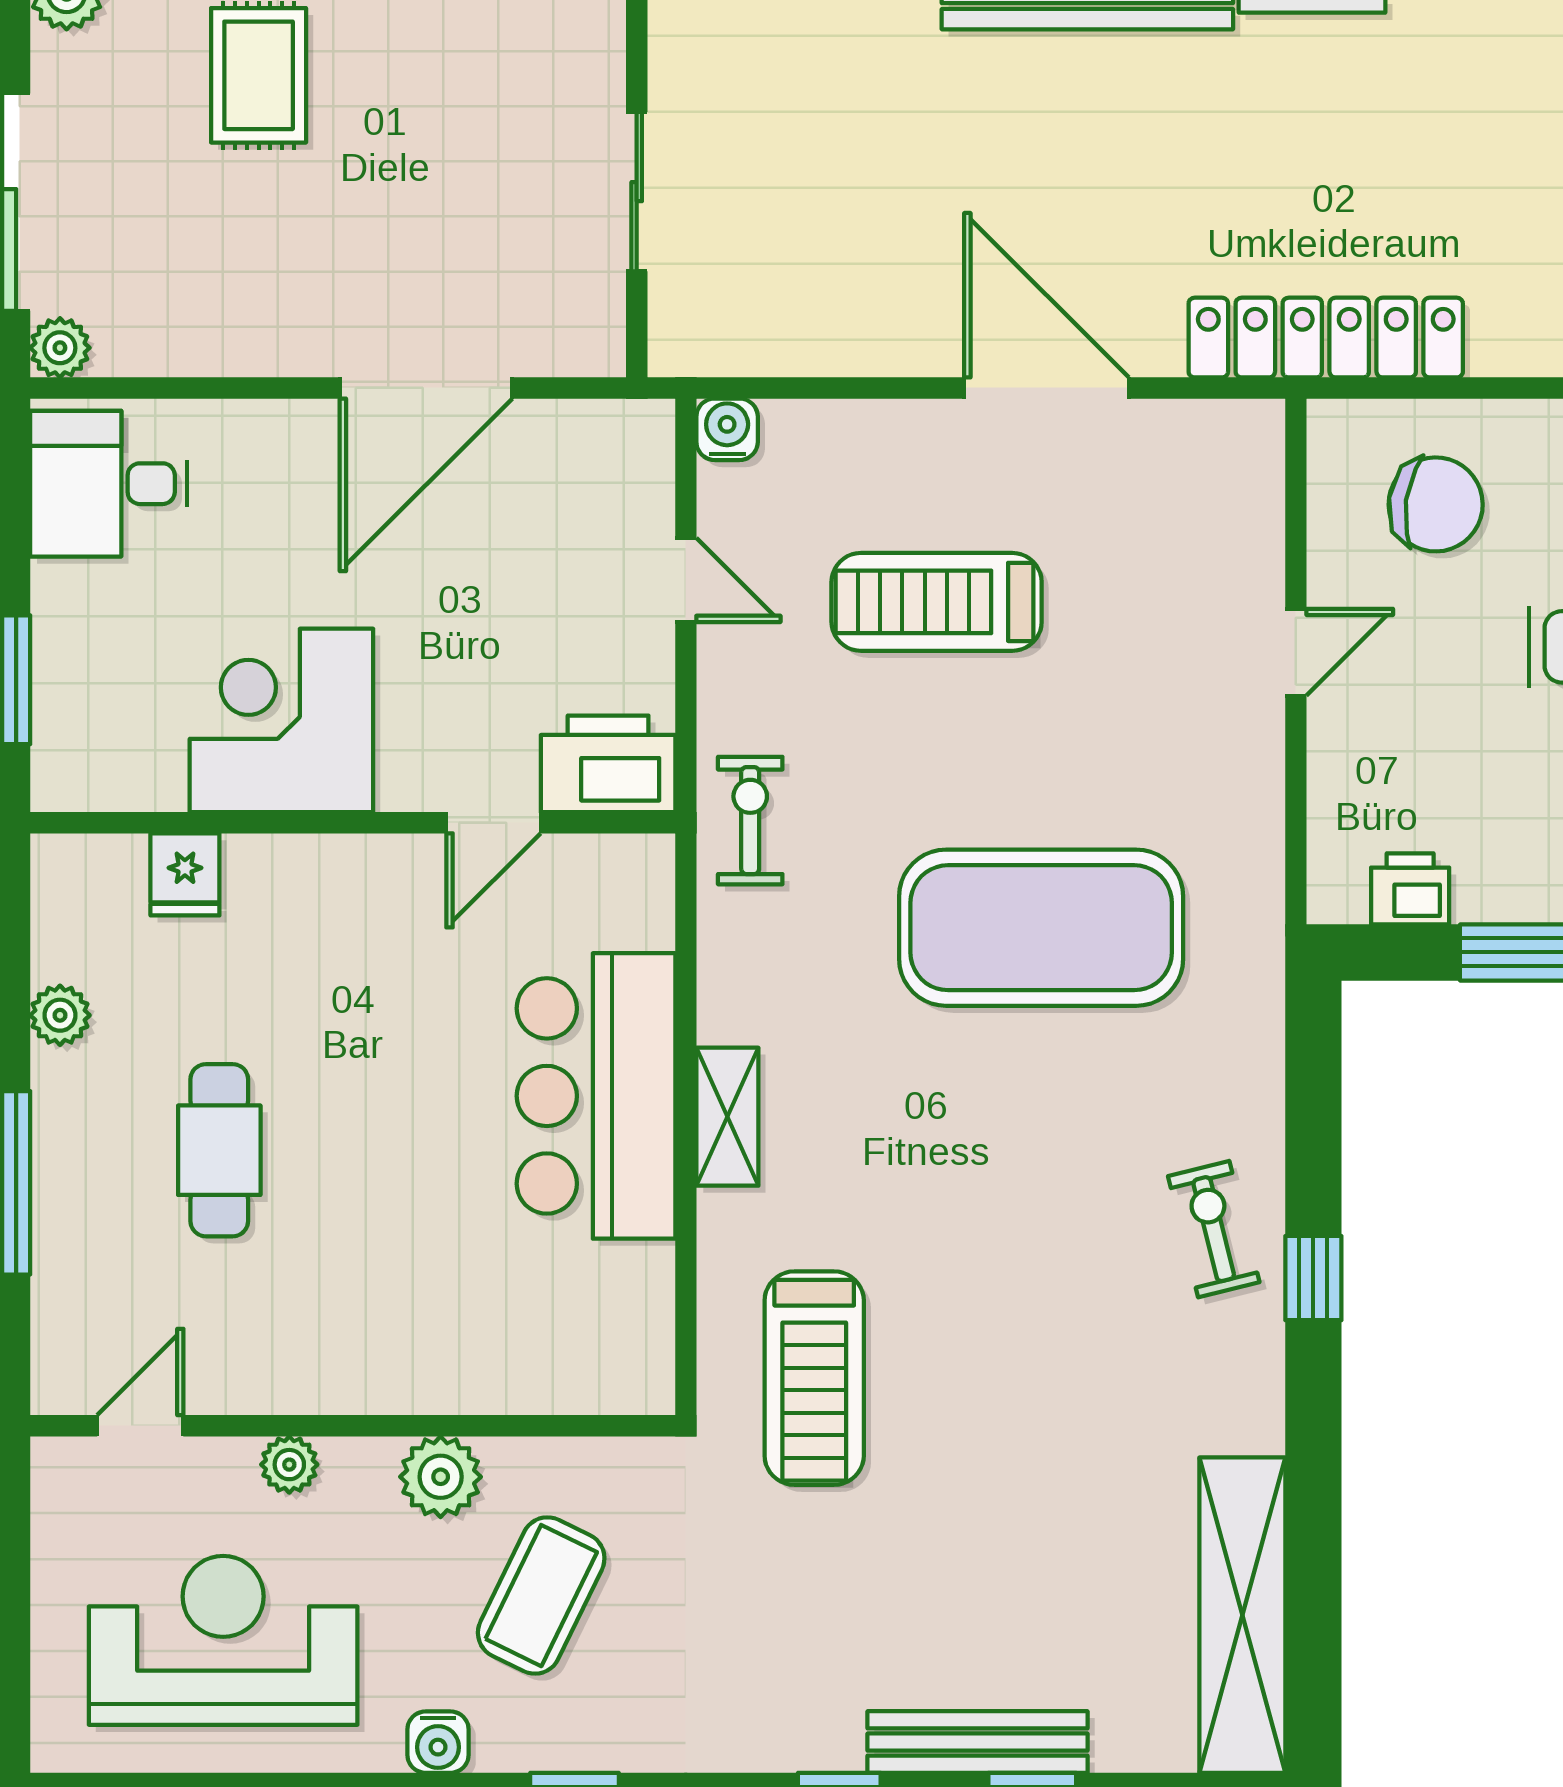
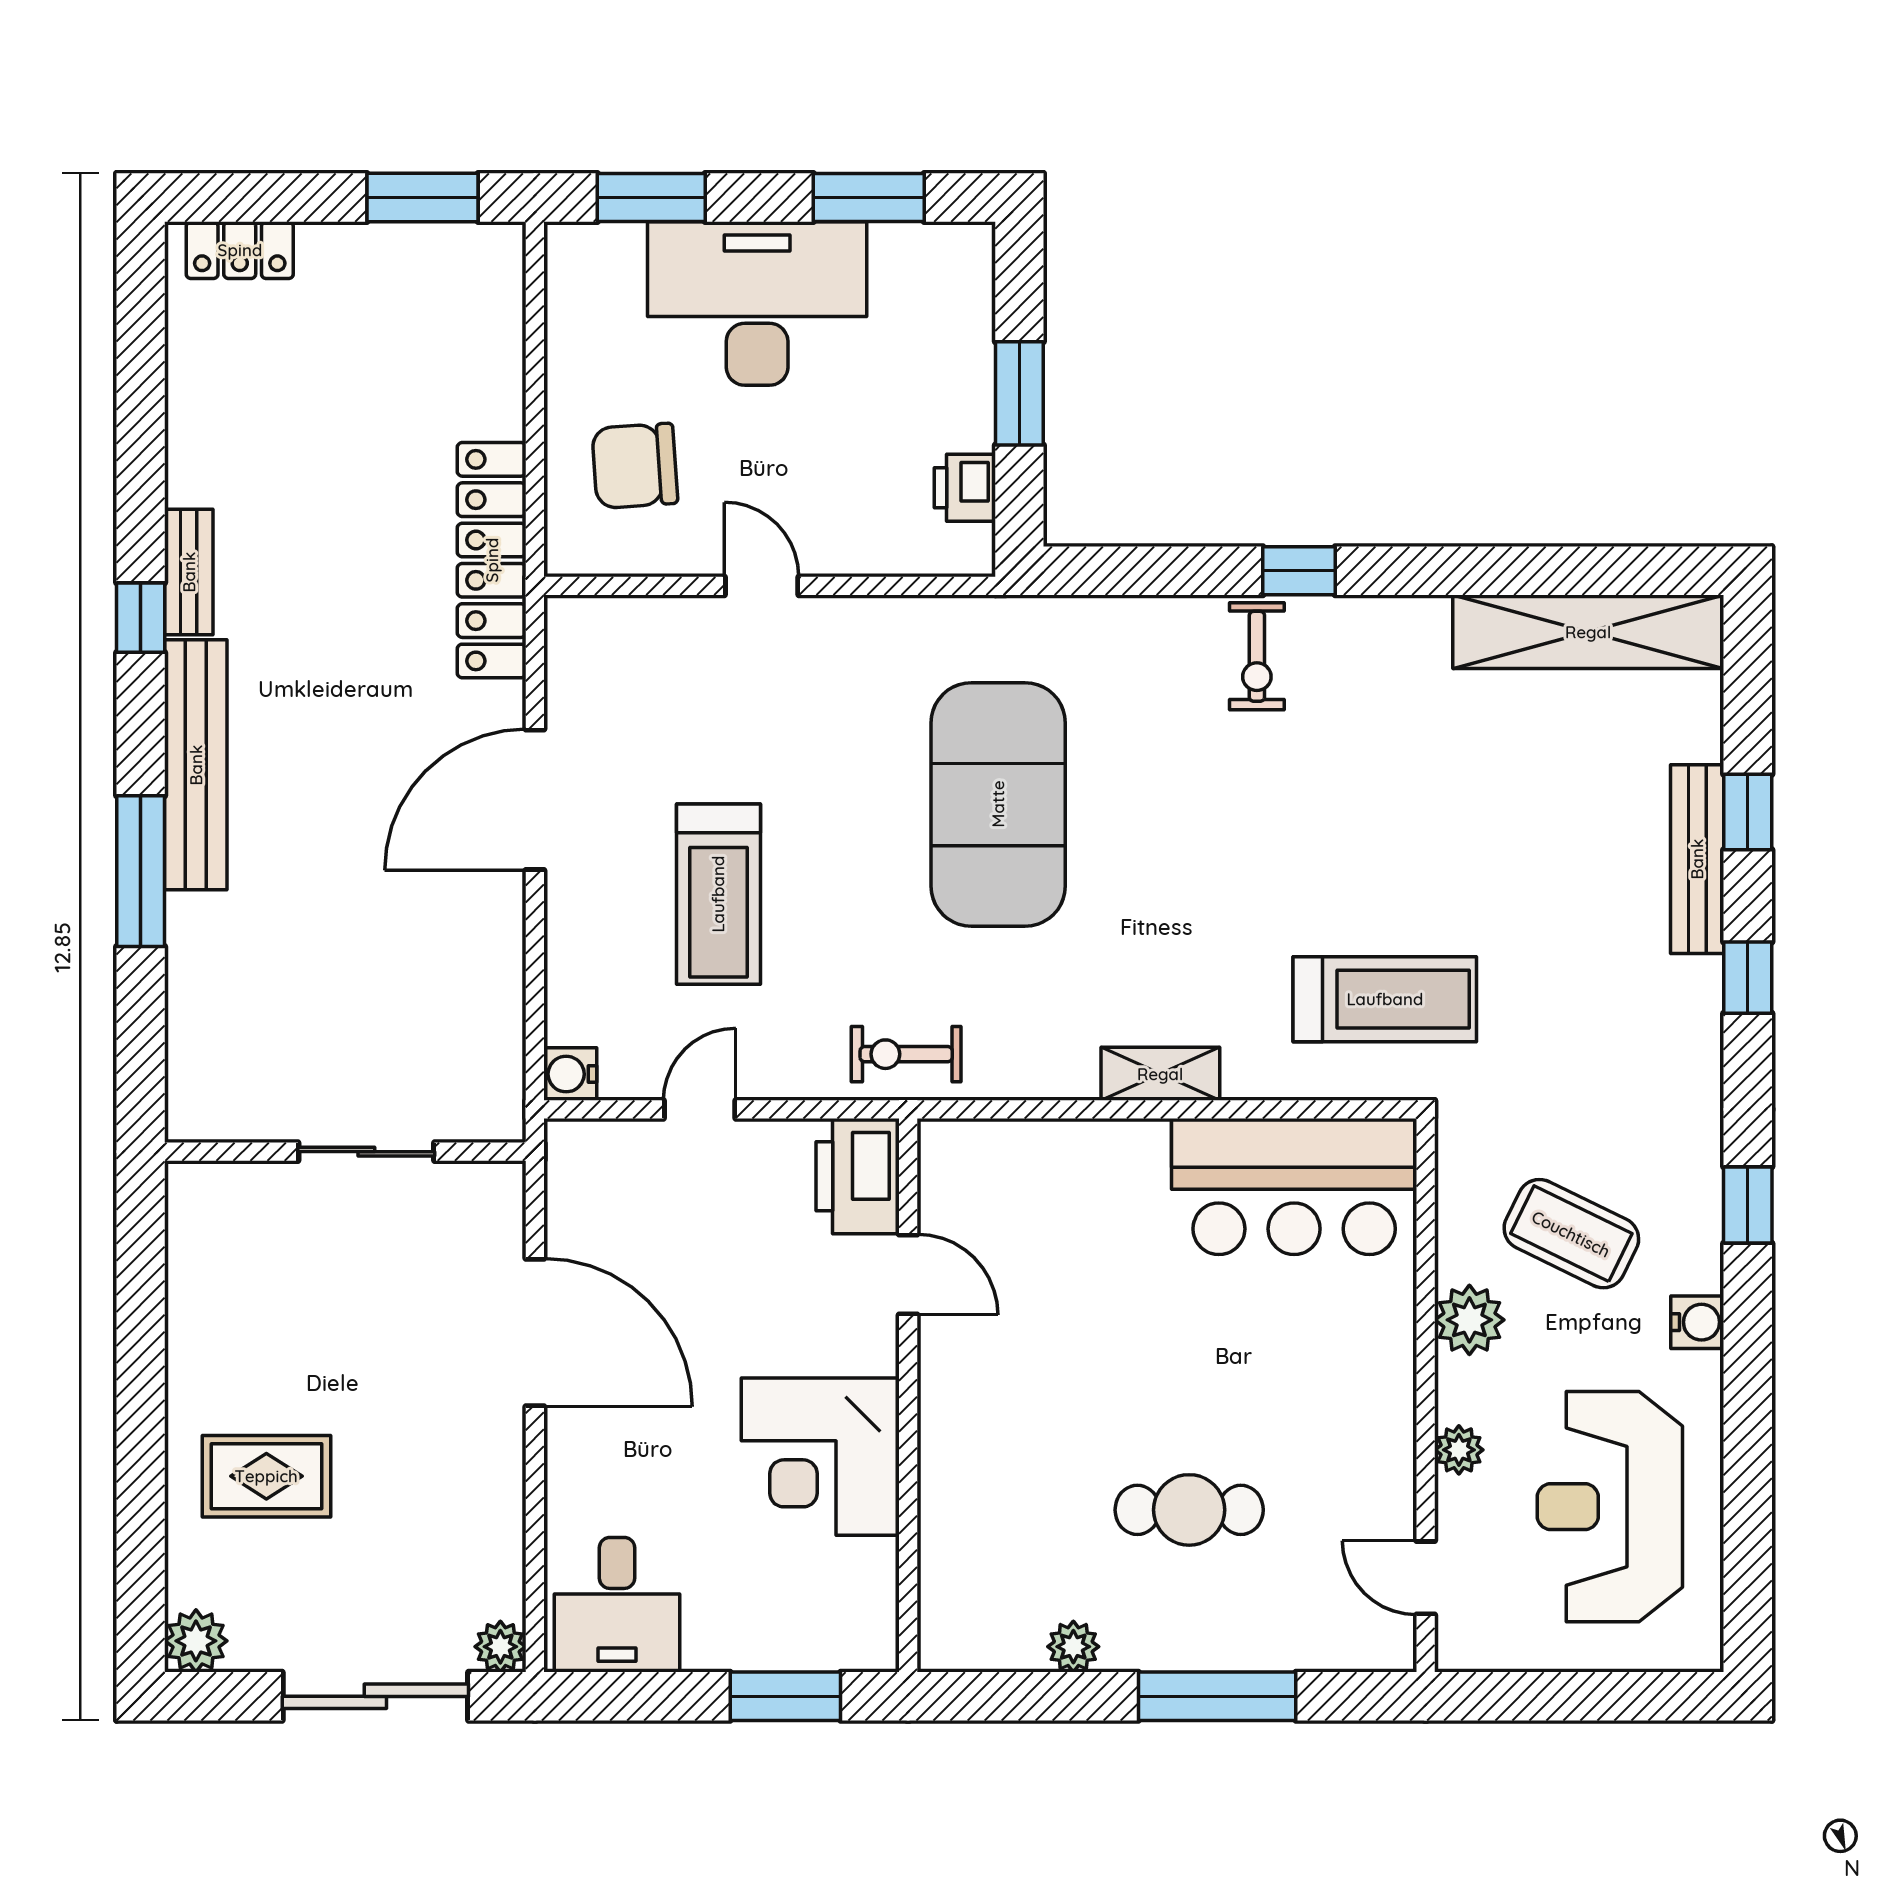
chair: (1436, 504) -> (635, 466), turned -102
fridge: (185, 874) -> (952, 1539), removed
bar counter: (596, 1096) -> (1294, 1187), moved
exercise bike: (1214, 1229) -> (1257, 656), turned -76

